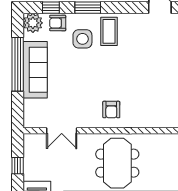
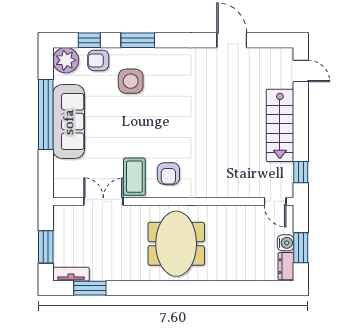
coffee table: (109, 31) -> (134, 177), moved
double door: (62, 131) -> (103, 201), swing flipped
window: (18, 166) -> (46, 247), width x1.50

